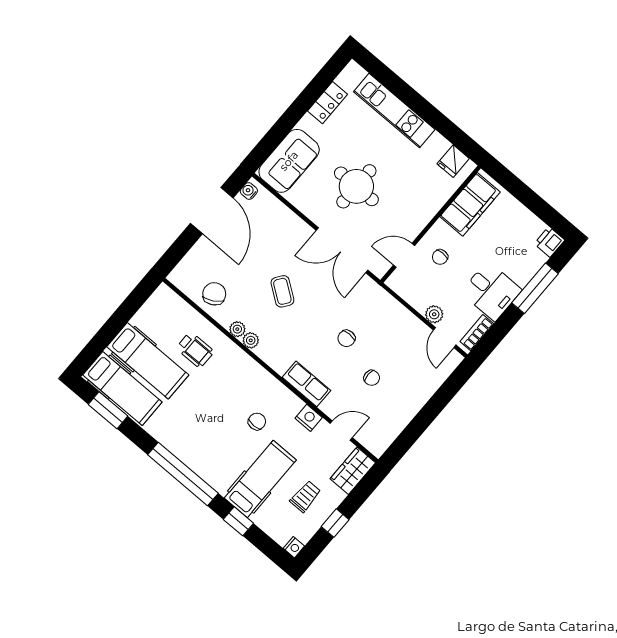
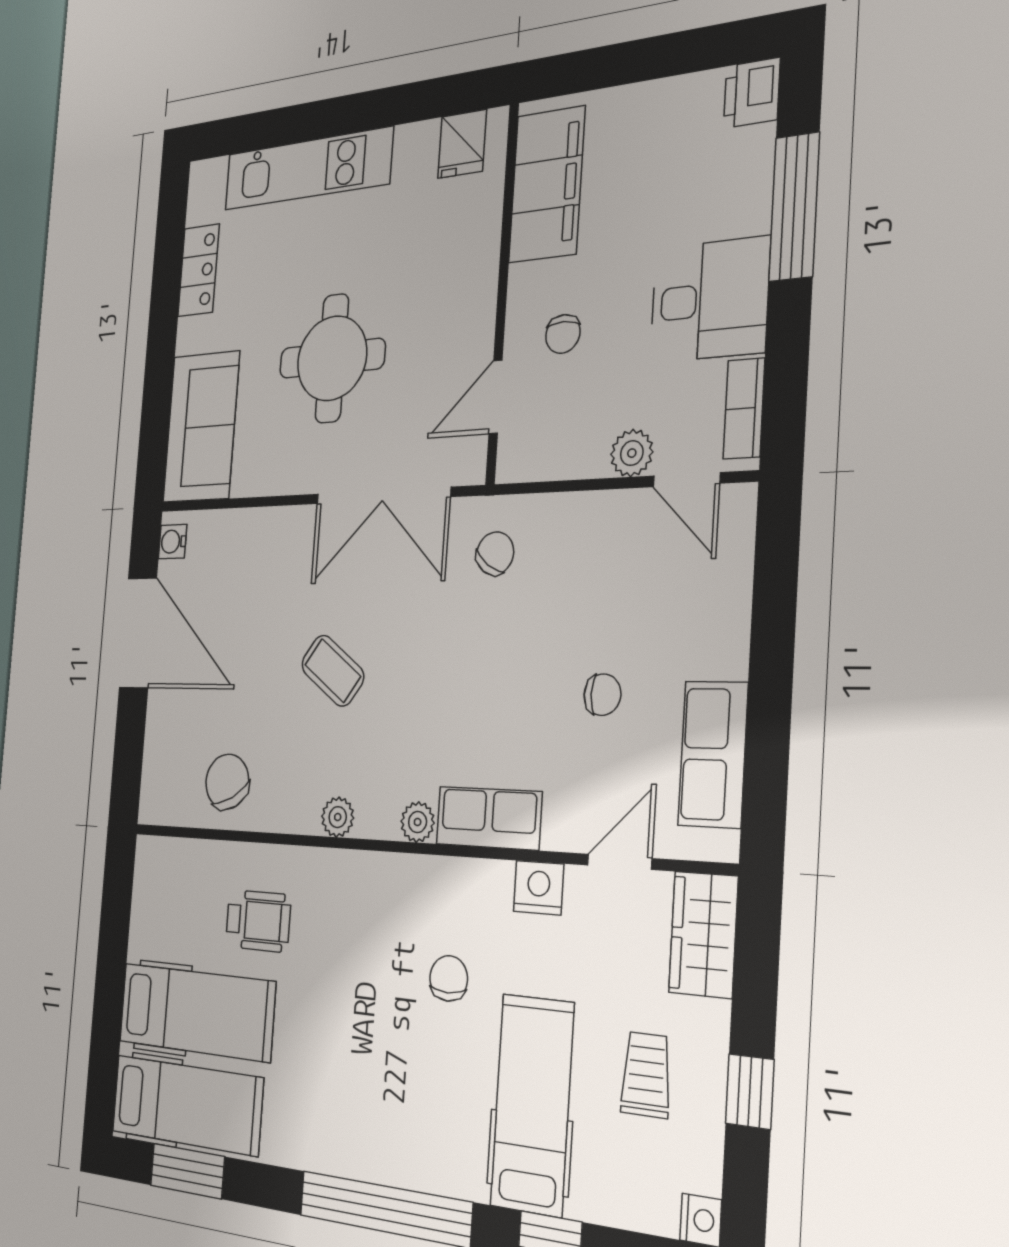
plant: (237, 329) -> (418, 822), moved
chair: (347, 338) -> (495, 553), moved, turned -145
row of seats: (393, 423) -> (713, 754), added

